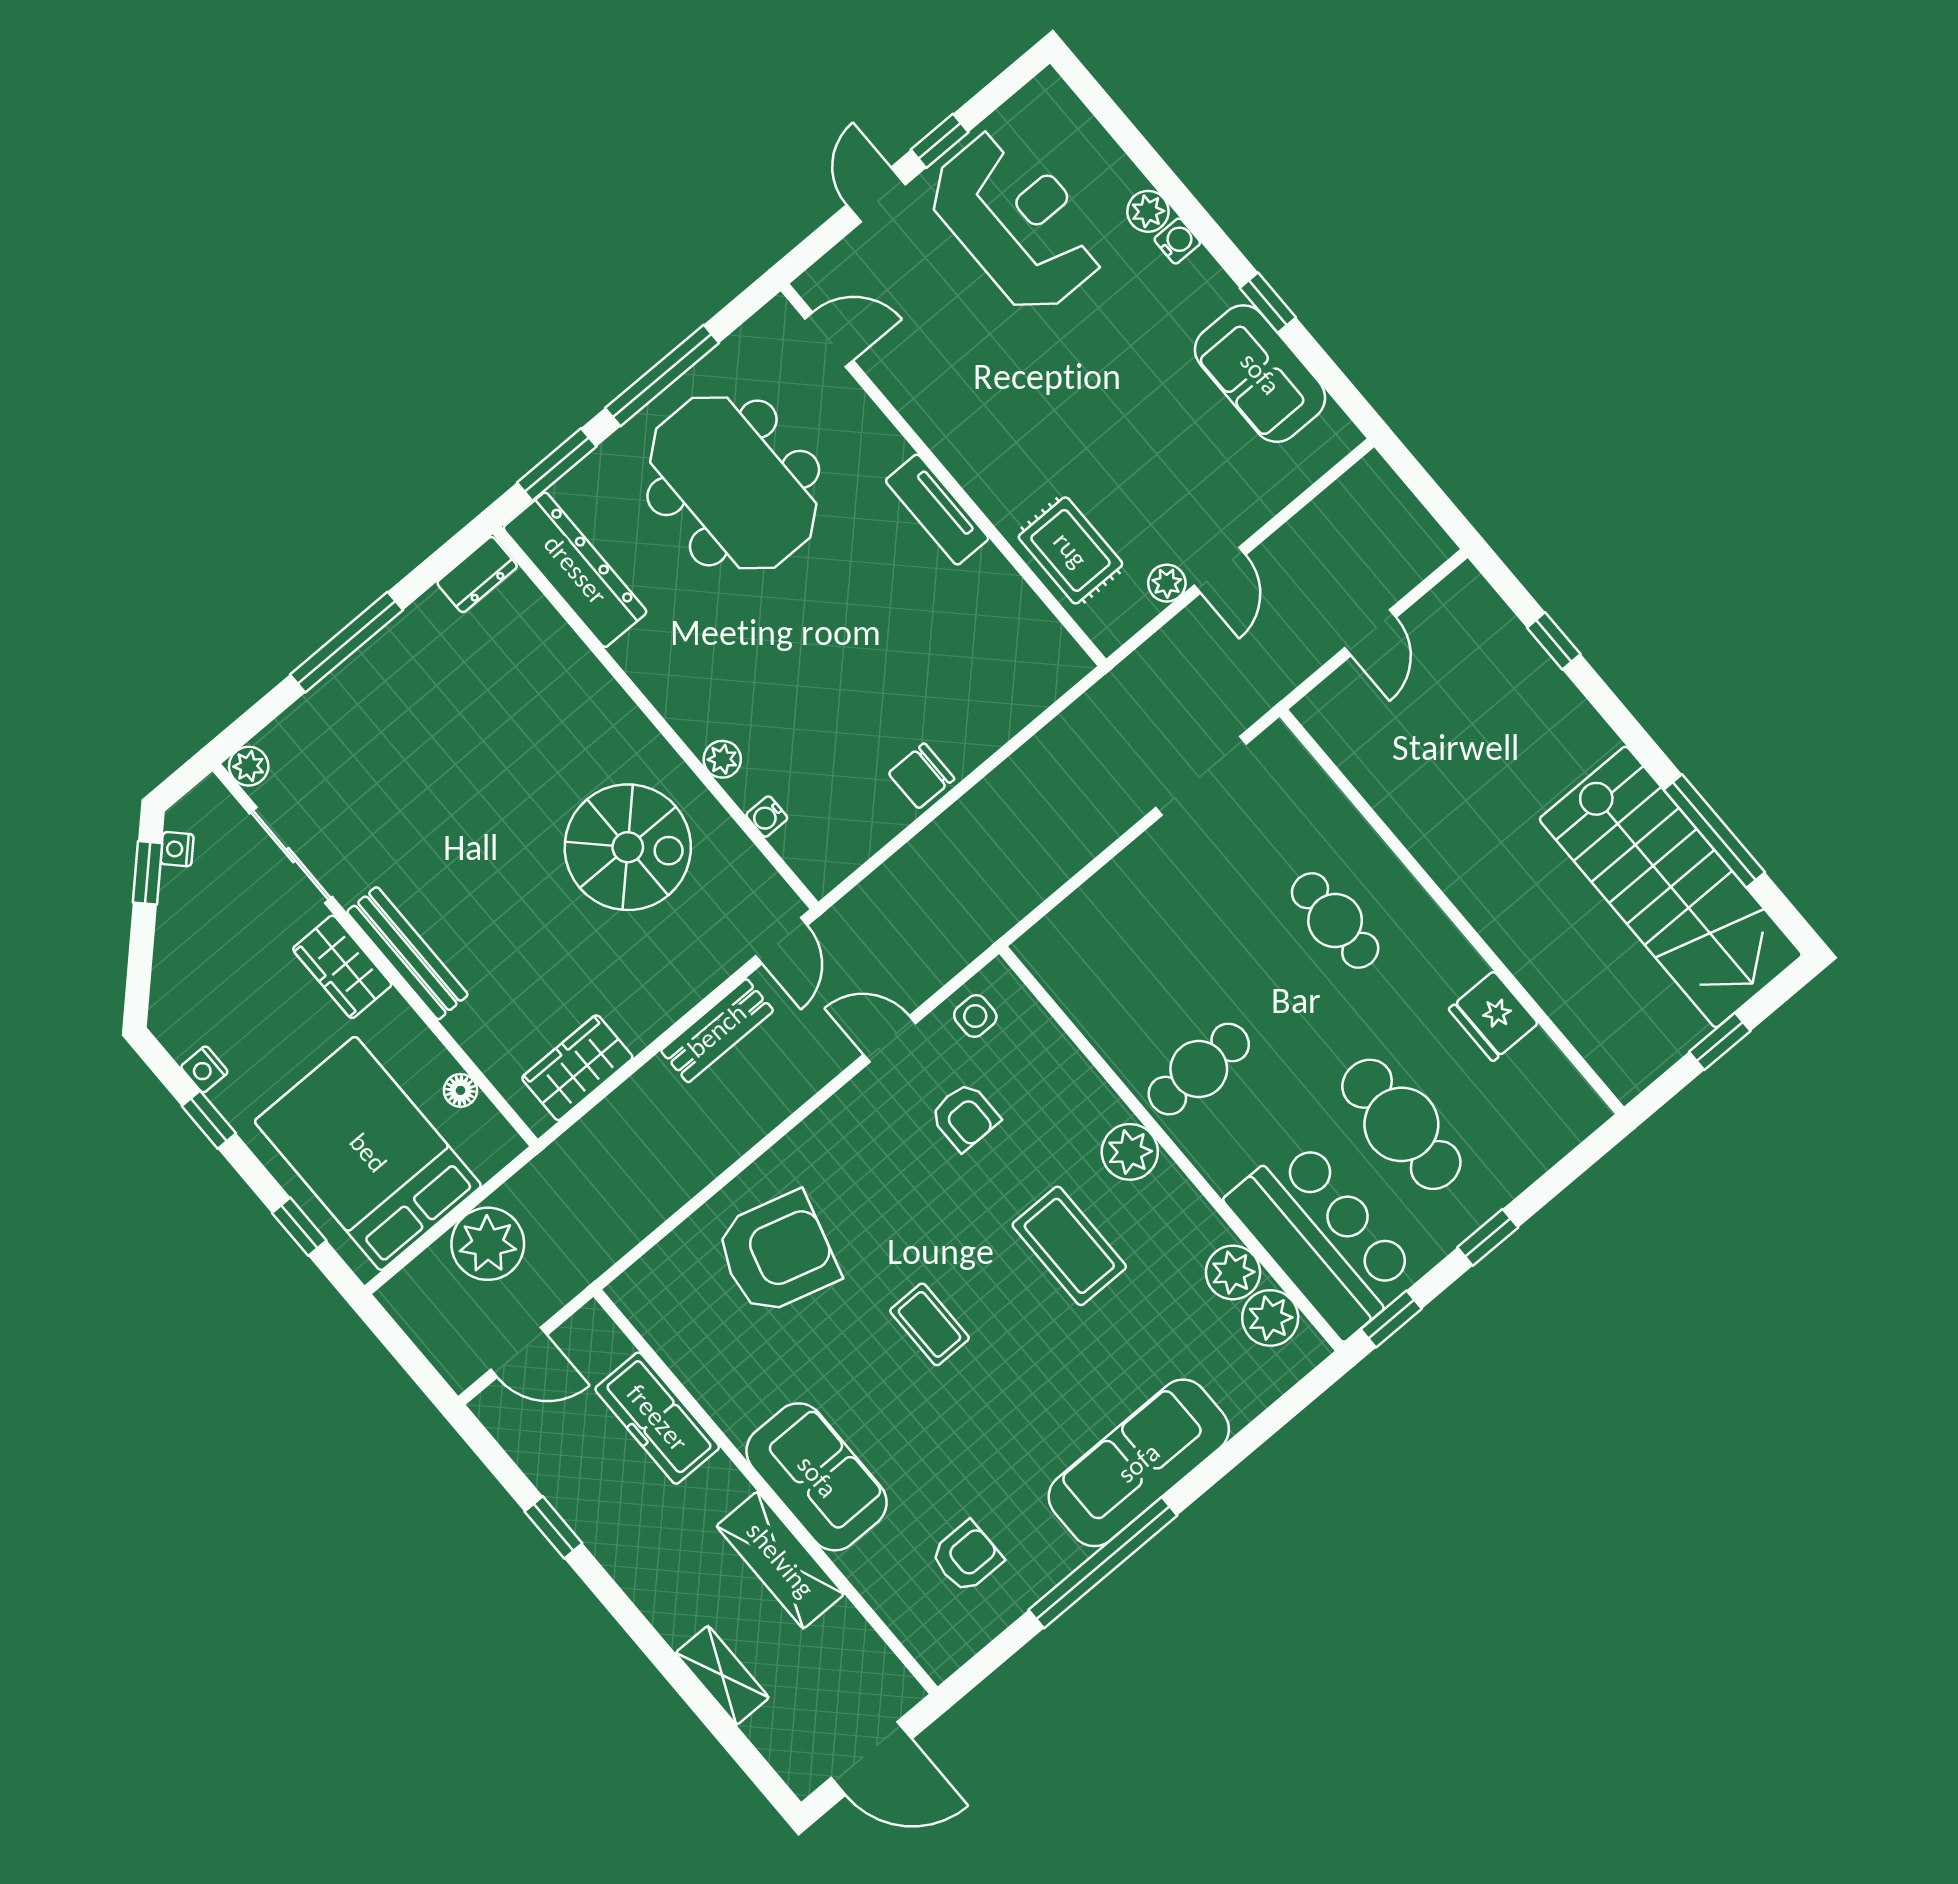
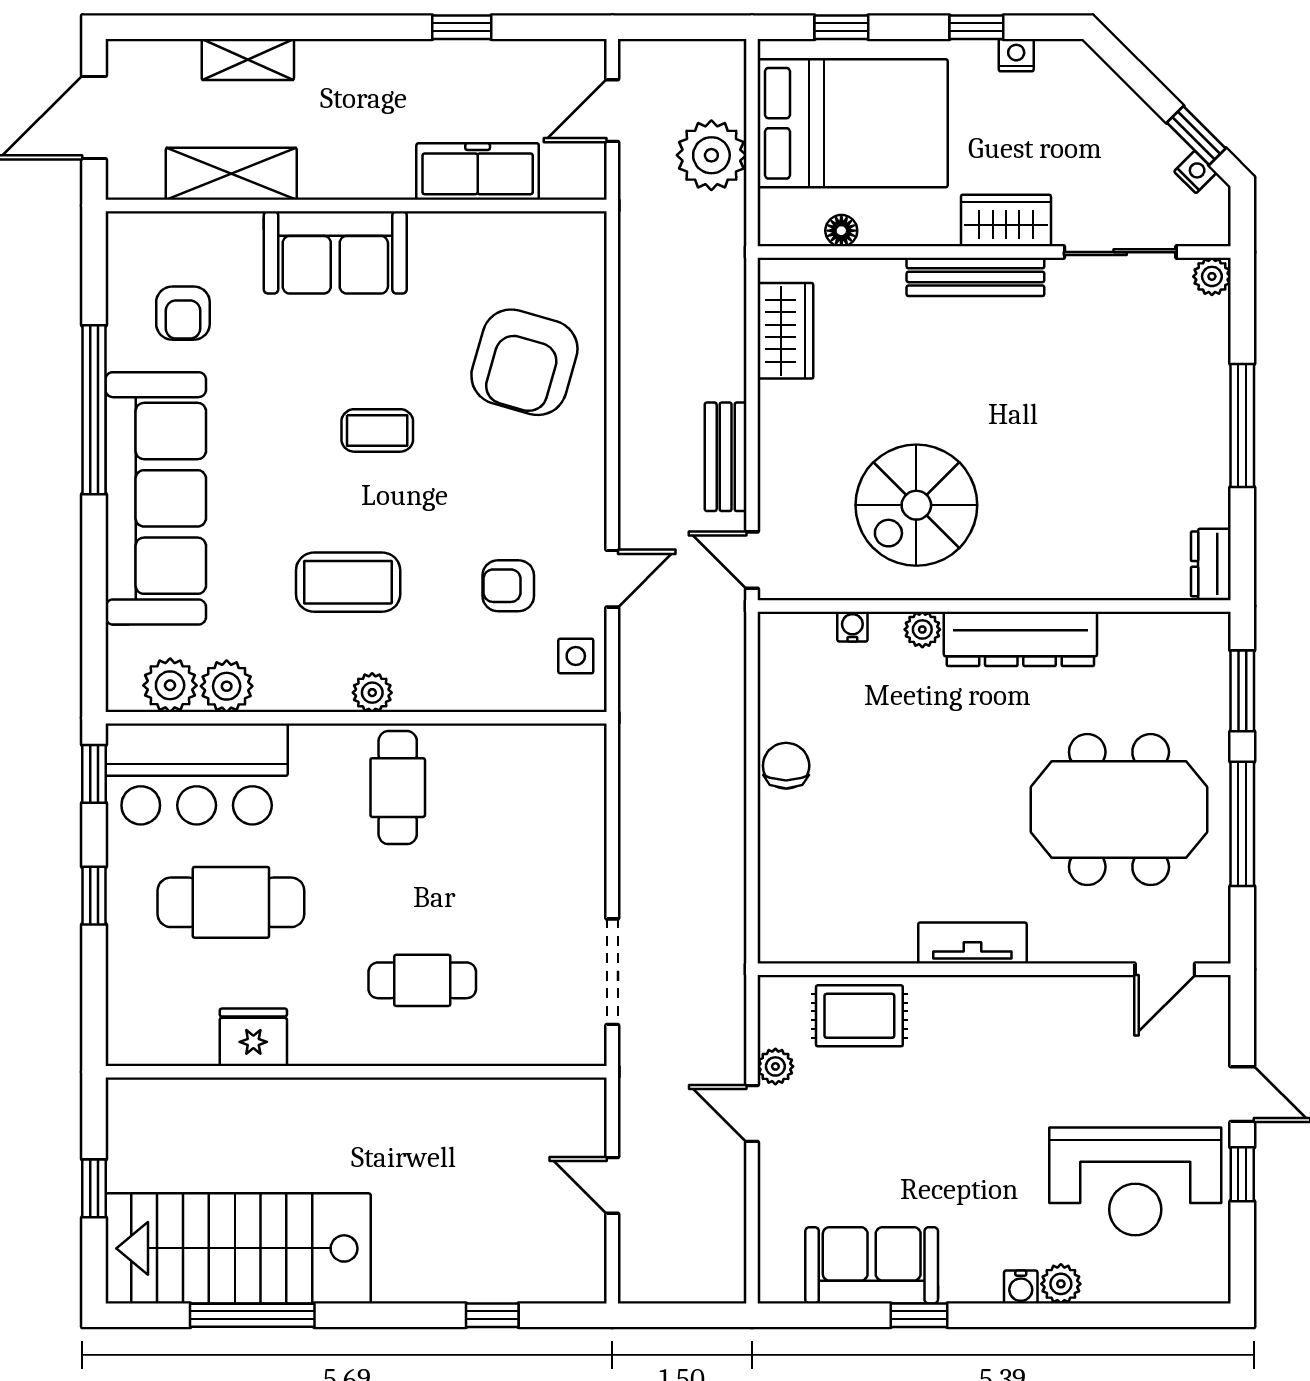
dresser: (575, 570) -> (1020, 639), moved
plant: (1130, 1152) -> (372, 693), width x0.73, depth x0.73
sofa: (1139, 1463) -> (156, 498), width x1.36, depth x1.27
shelving: (780, 1560) -> (231, 174), moved

